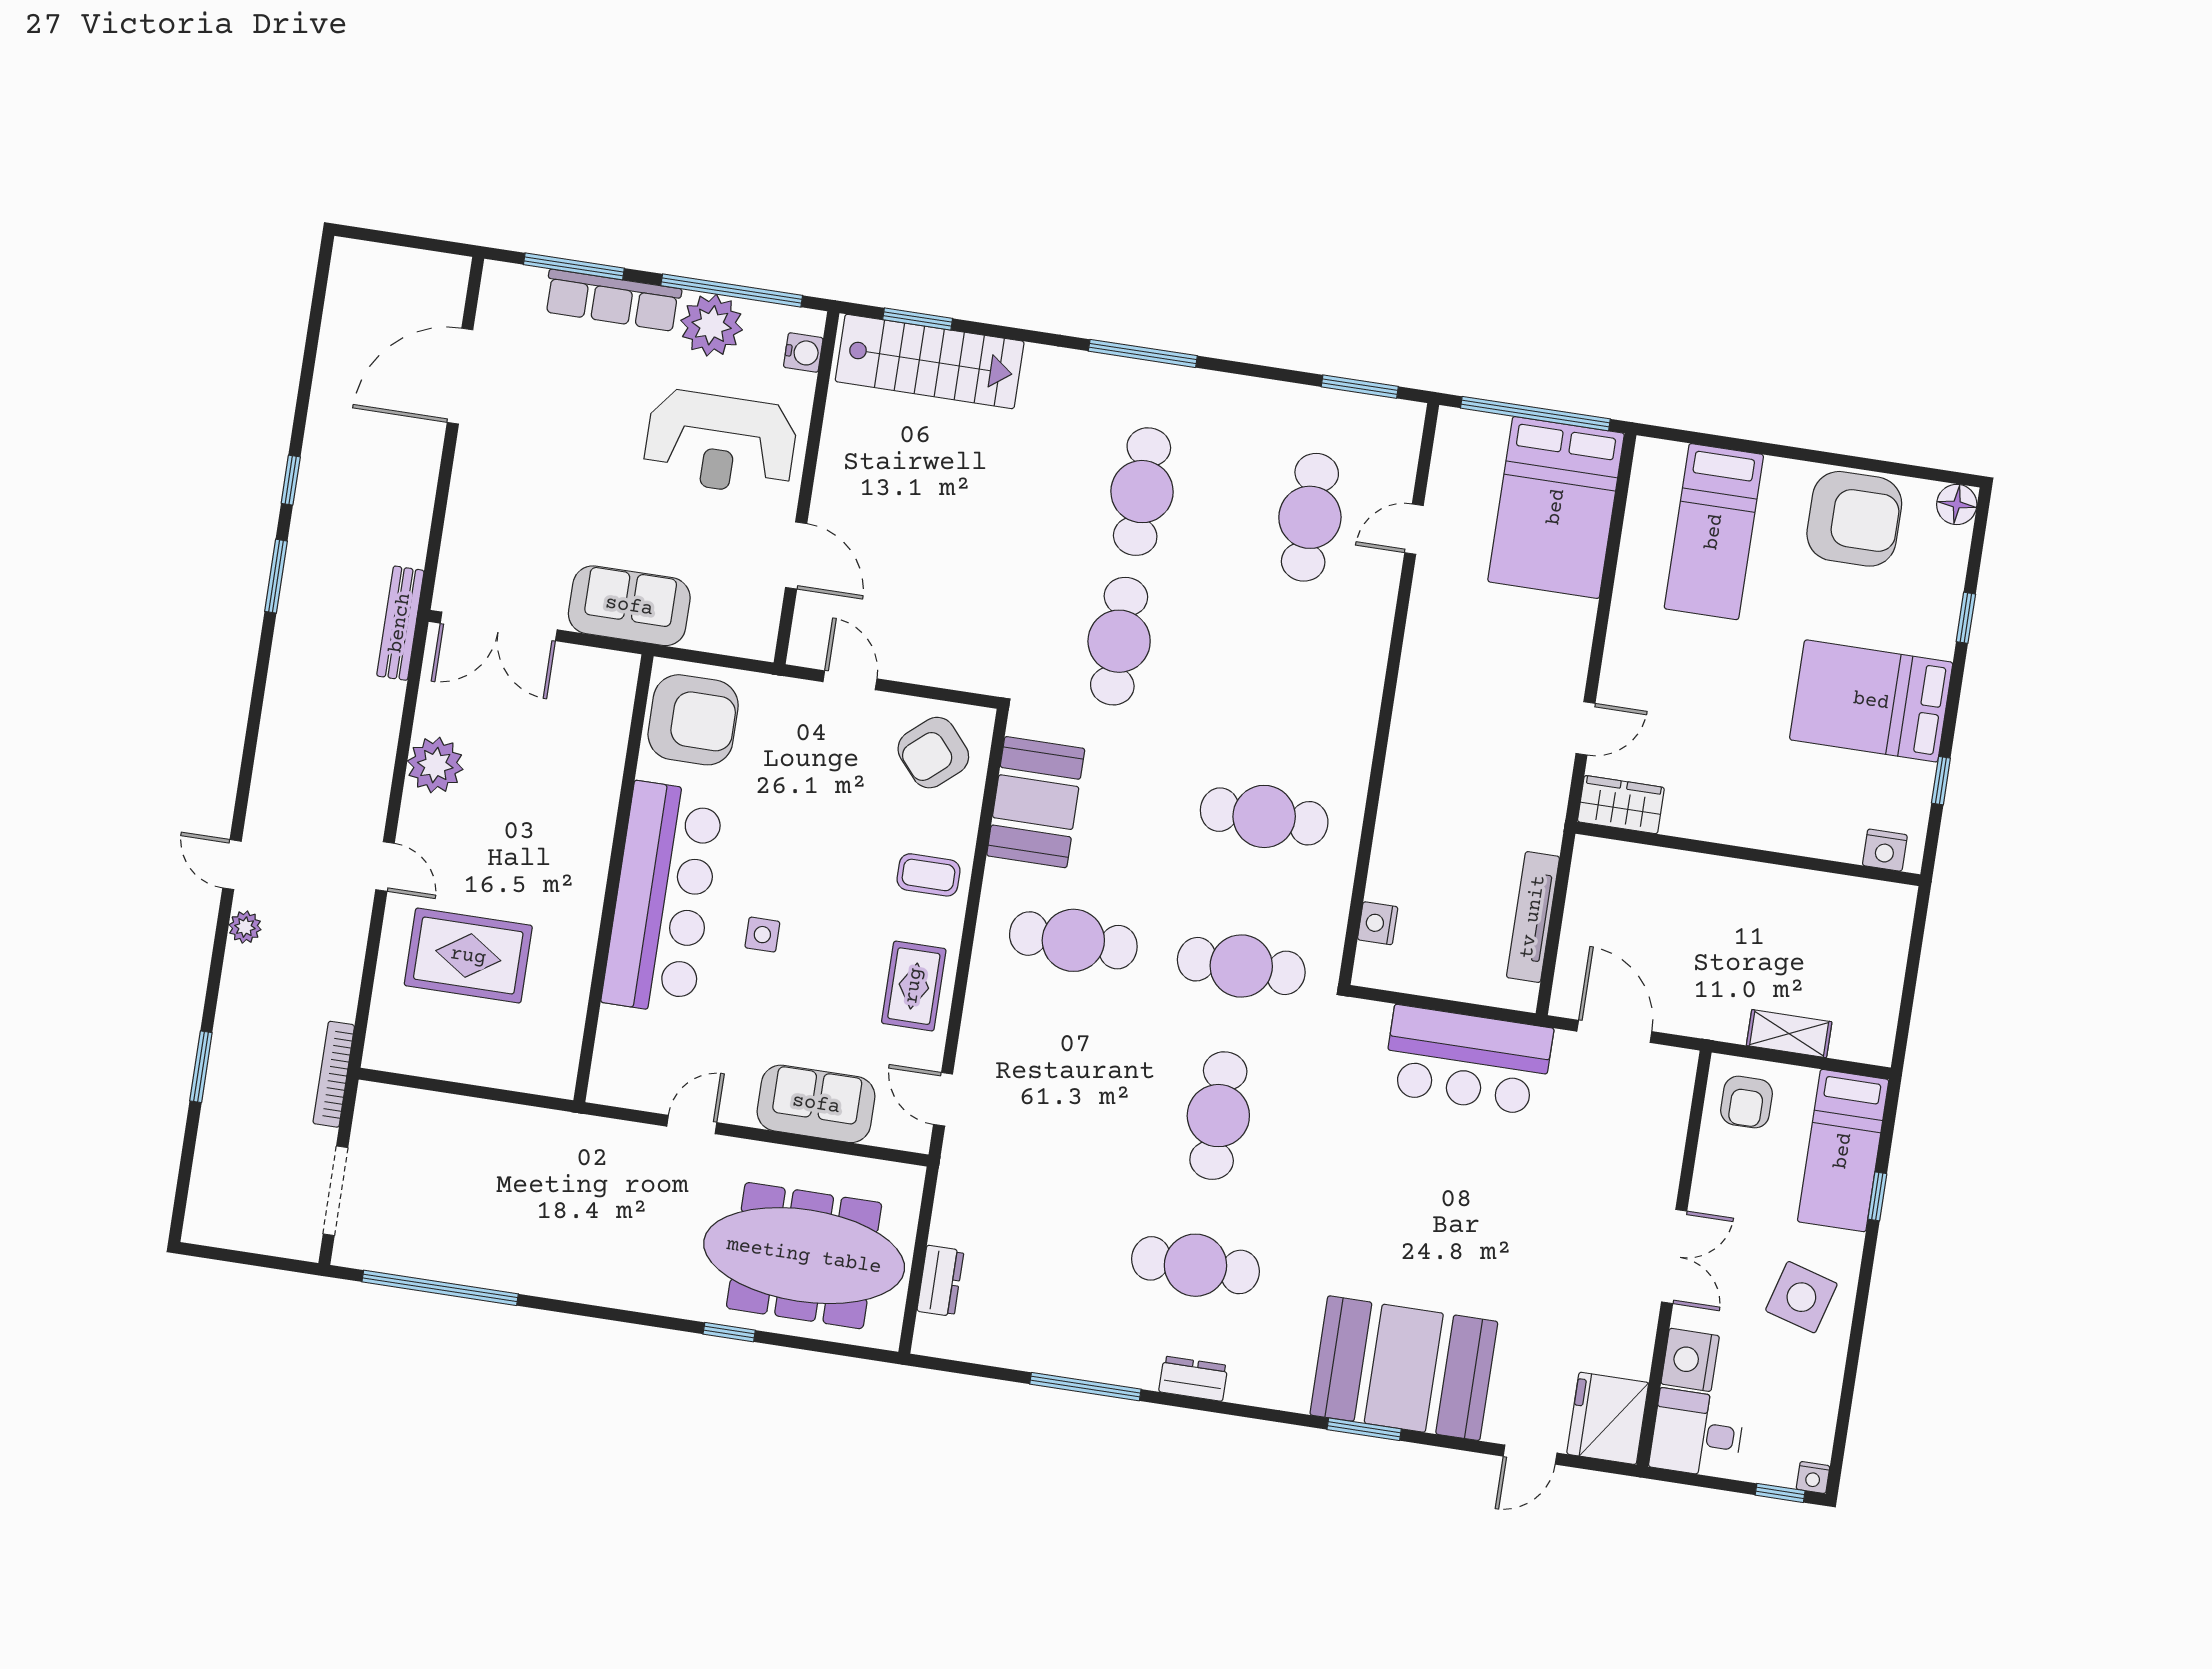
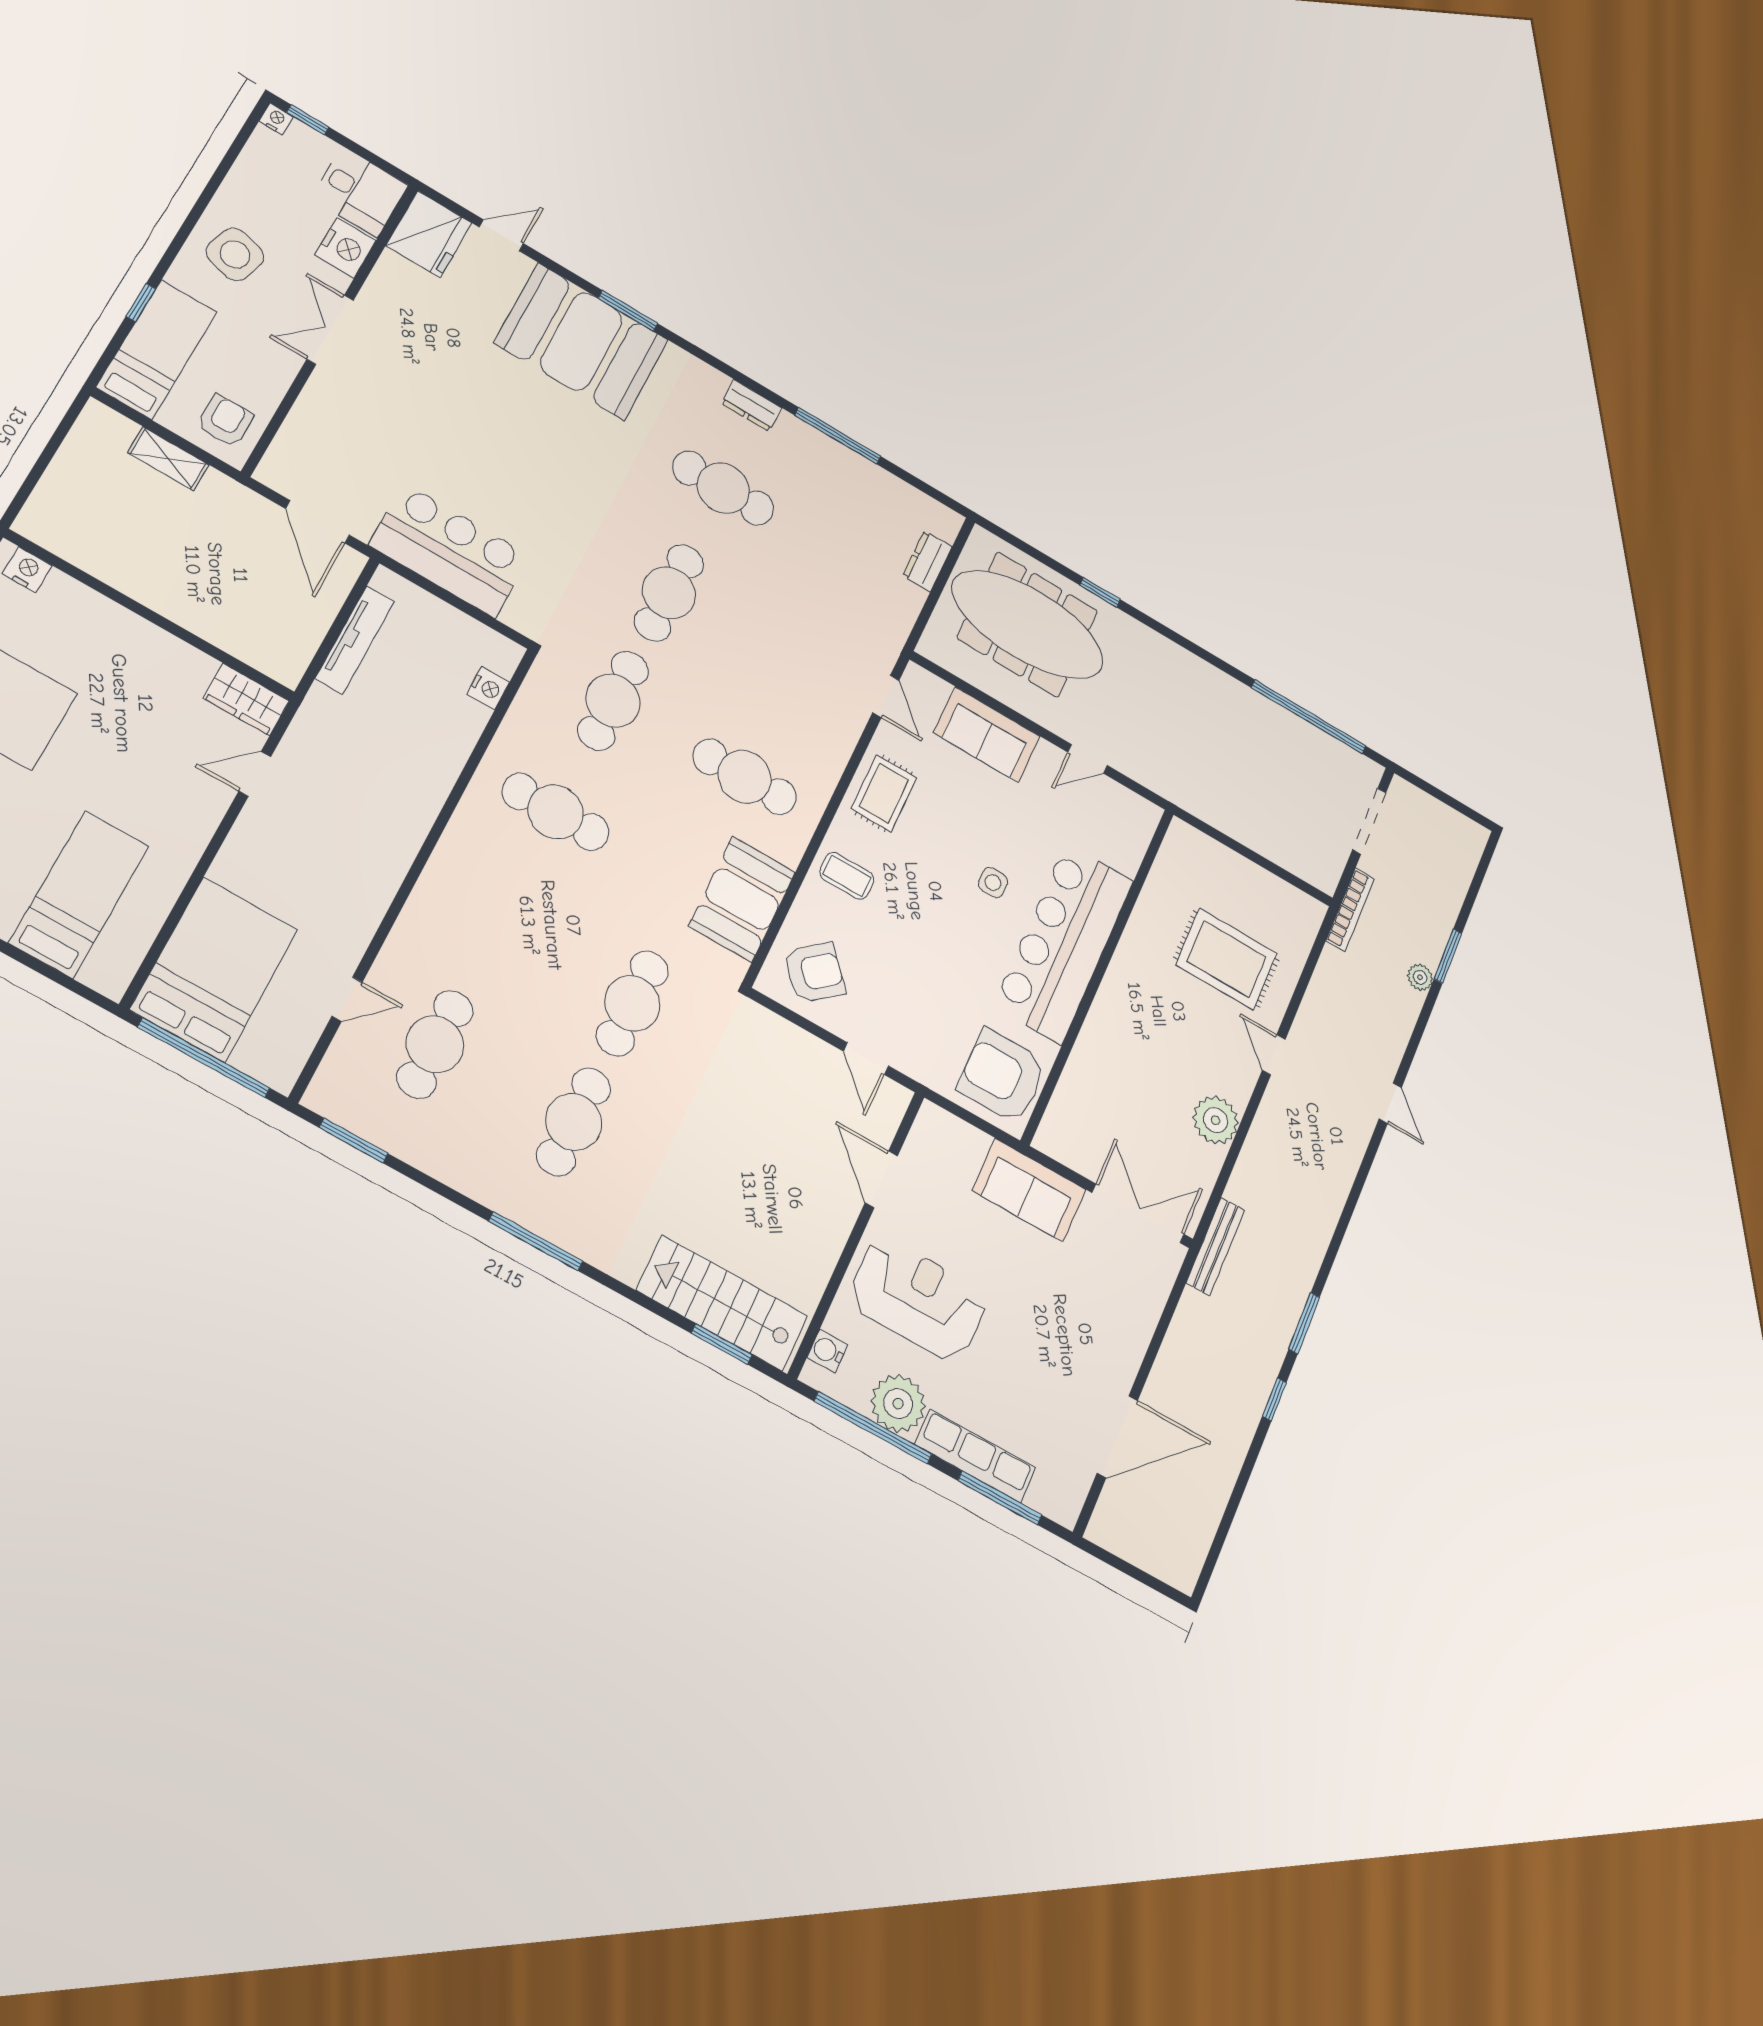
plant: (245, 927) -> (1420, 977), moved
cafe table: (1241, 966) -> (613, 701), turned 90

